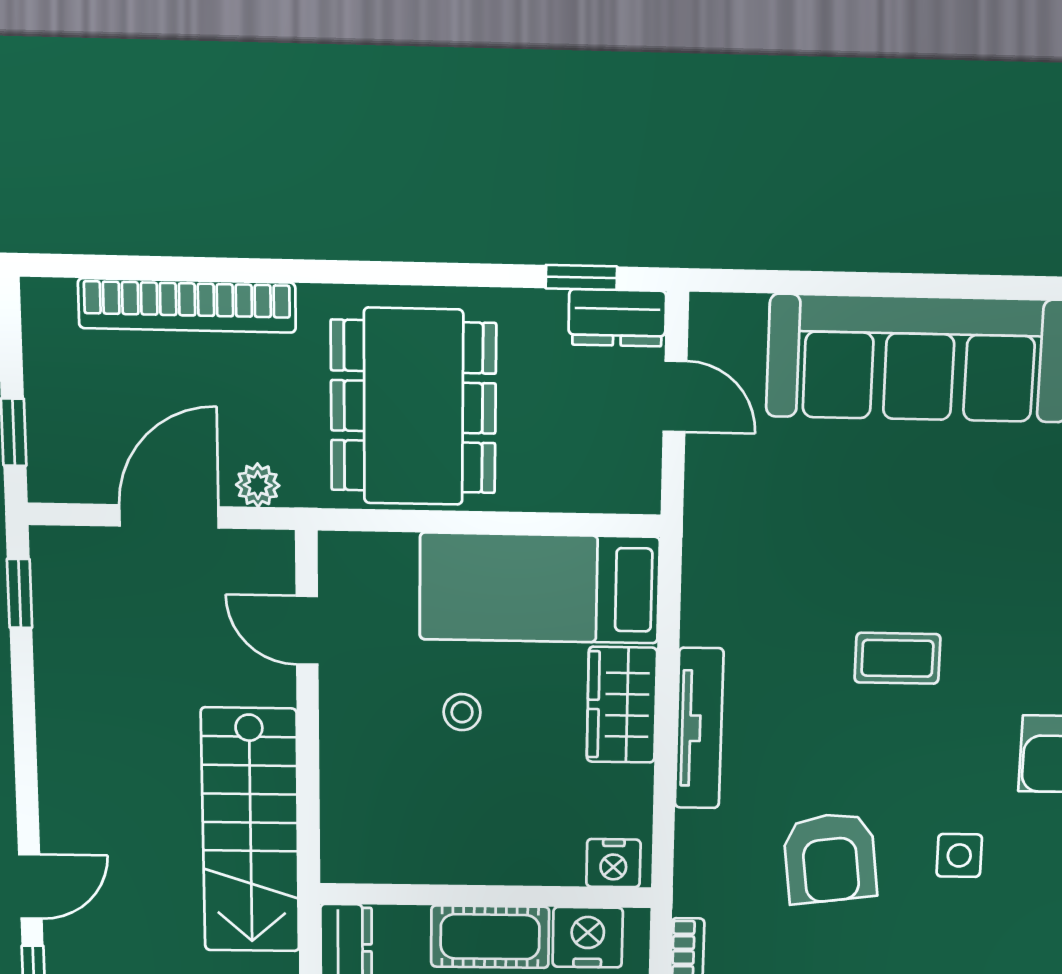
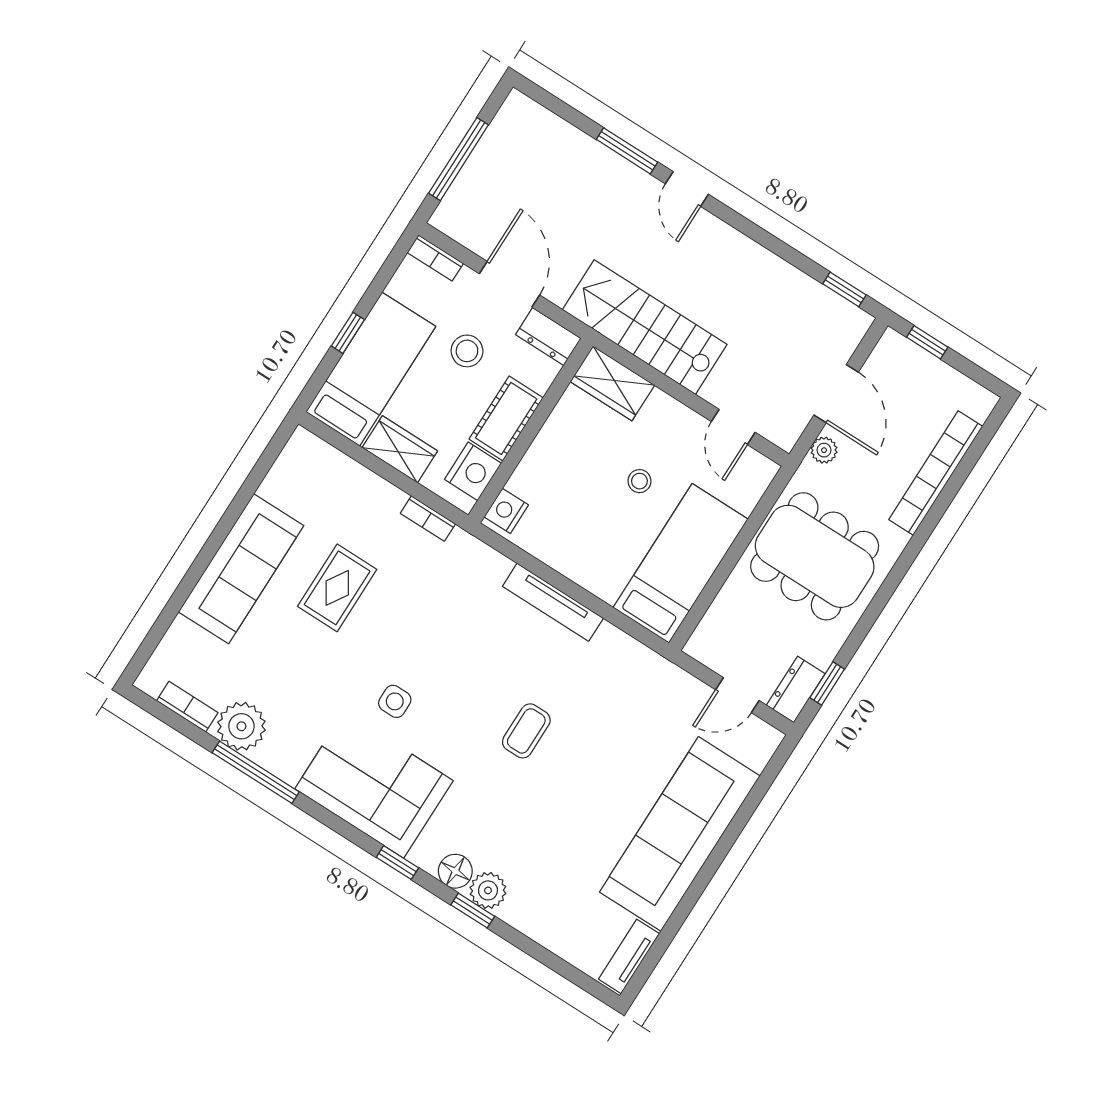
door: (307, 630) -> (733, 427), swing flipped
wardrobe: (622, 705) -> (612, 383), moved, turned 180
armchair: (830, 858) -> (437, 630), removed

